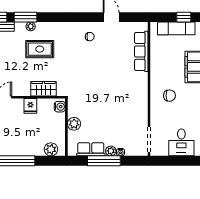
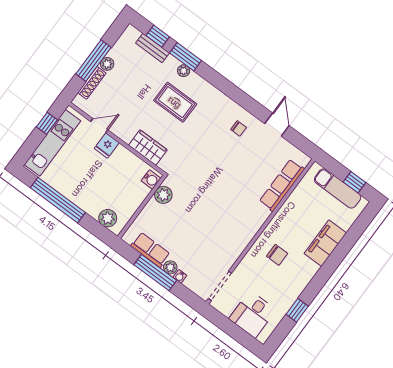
fridge: (30, 106) -> (107, 146), moved
plant: (74, 124) -> (163, 195), moved

